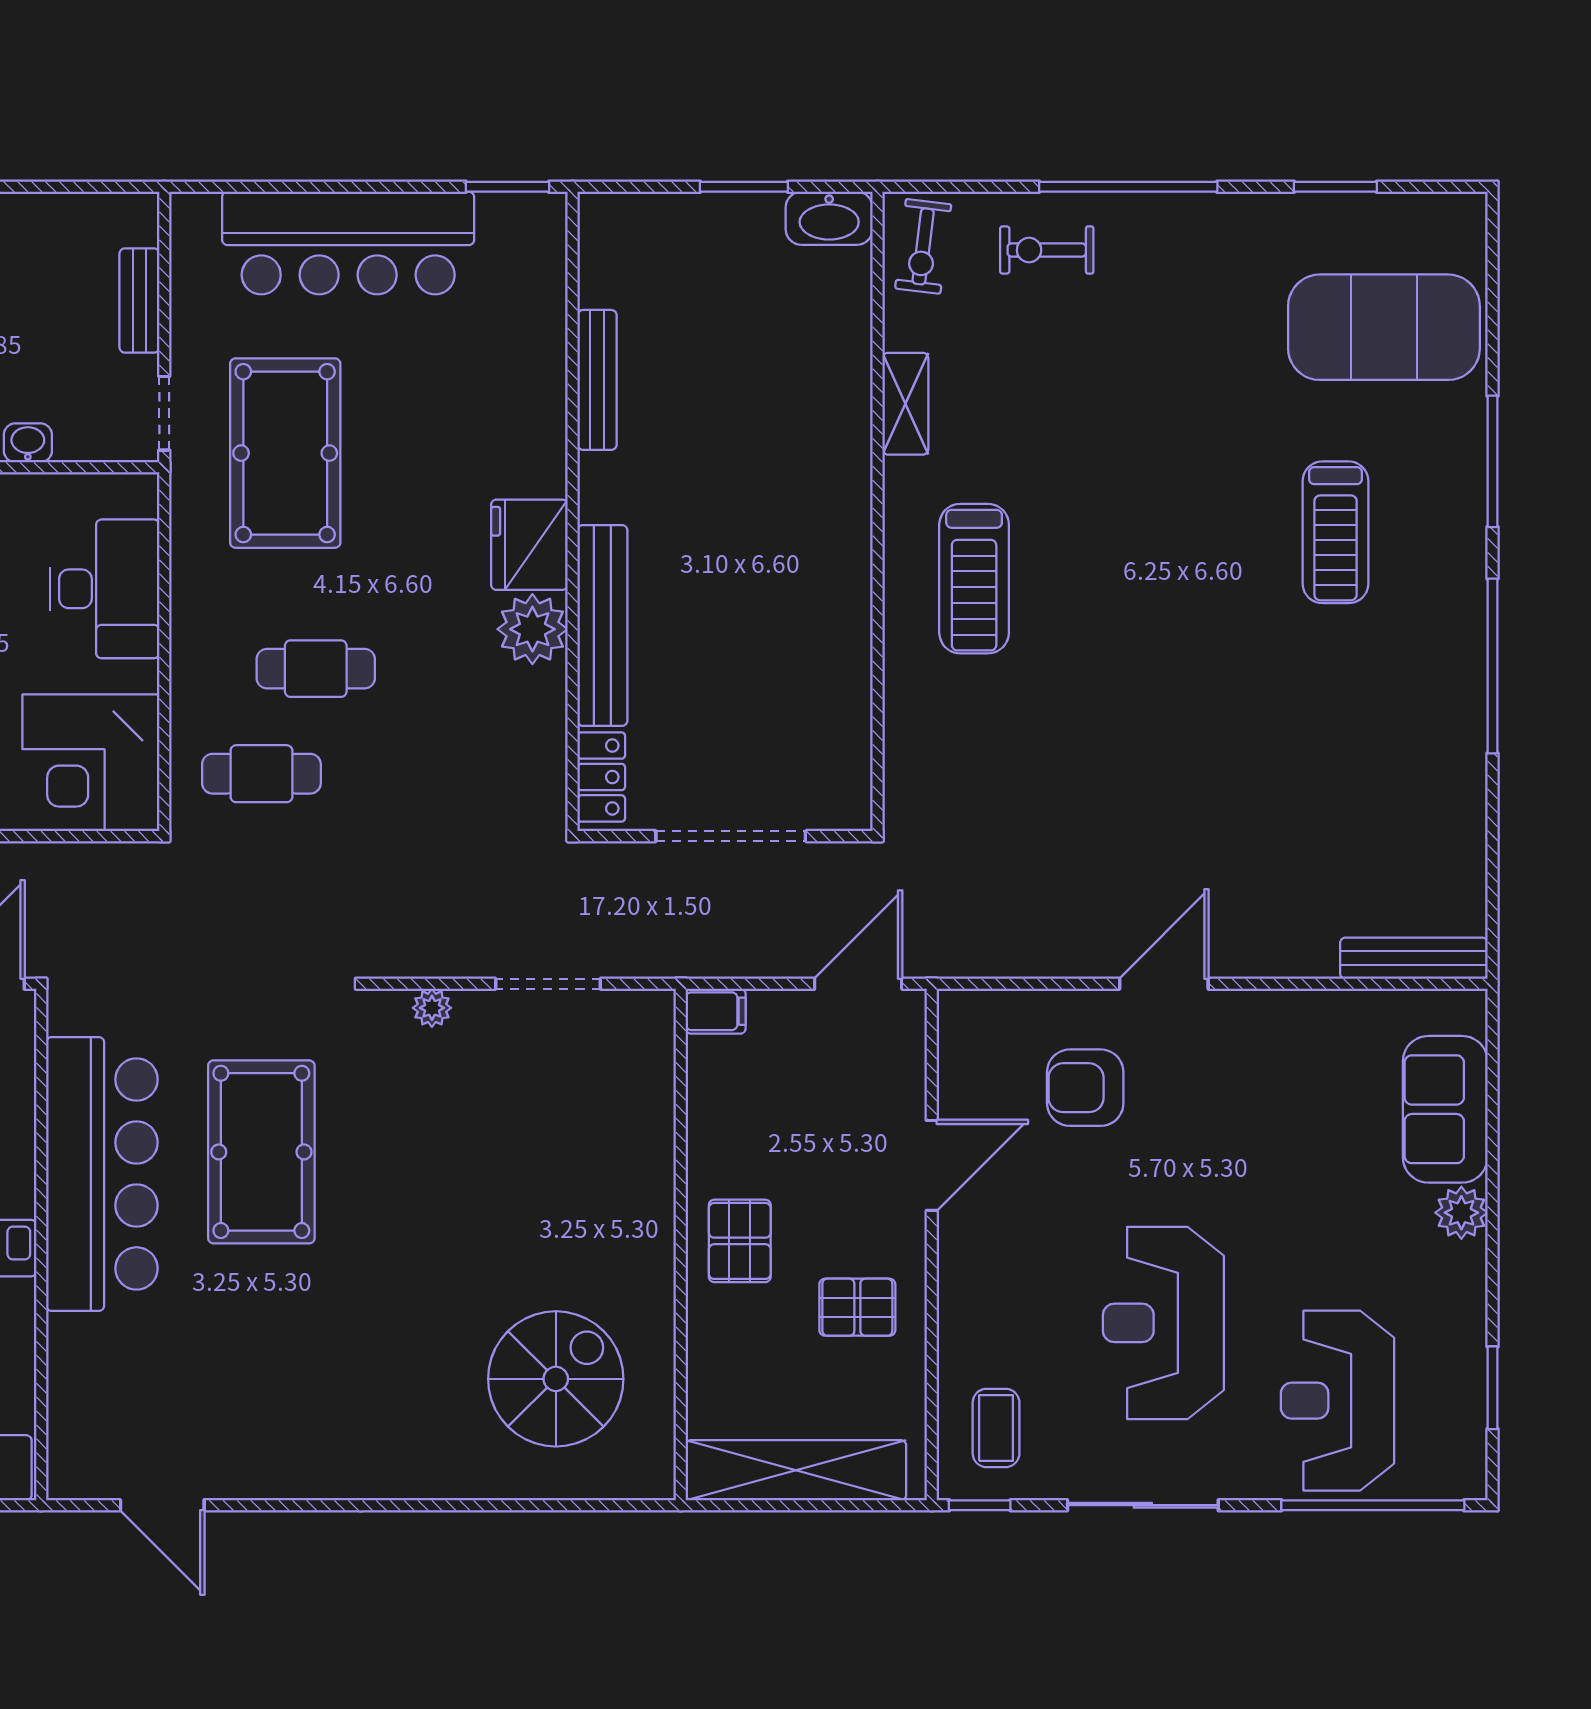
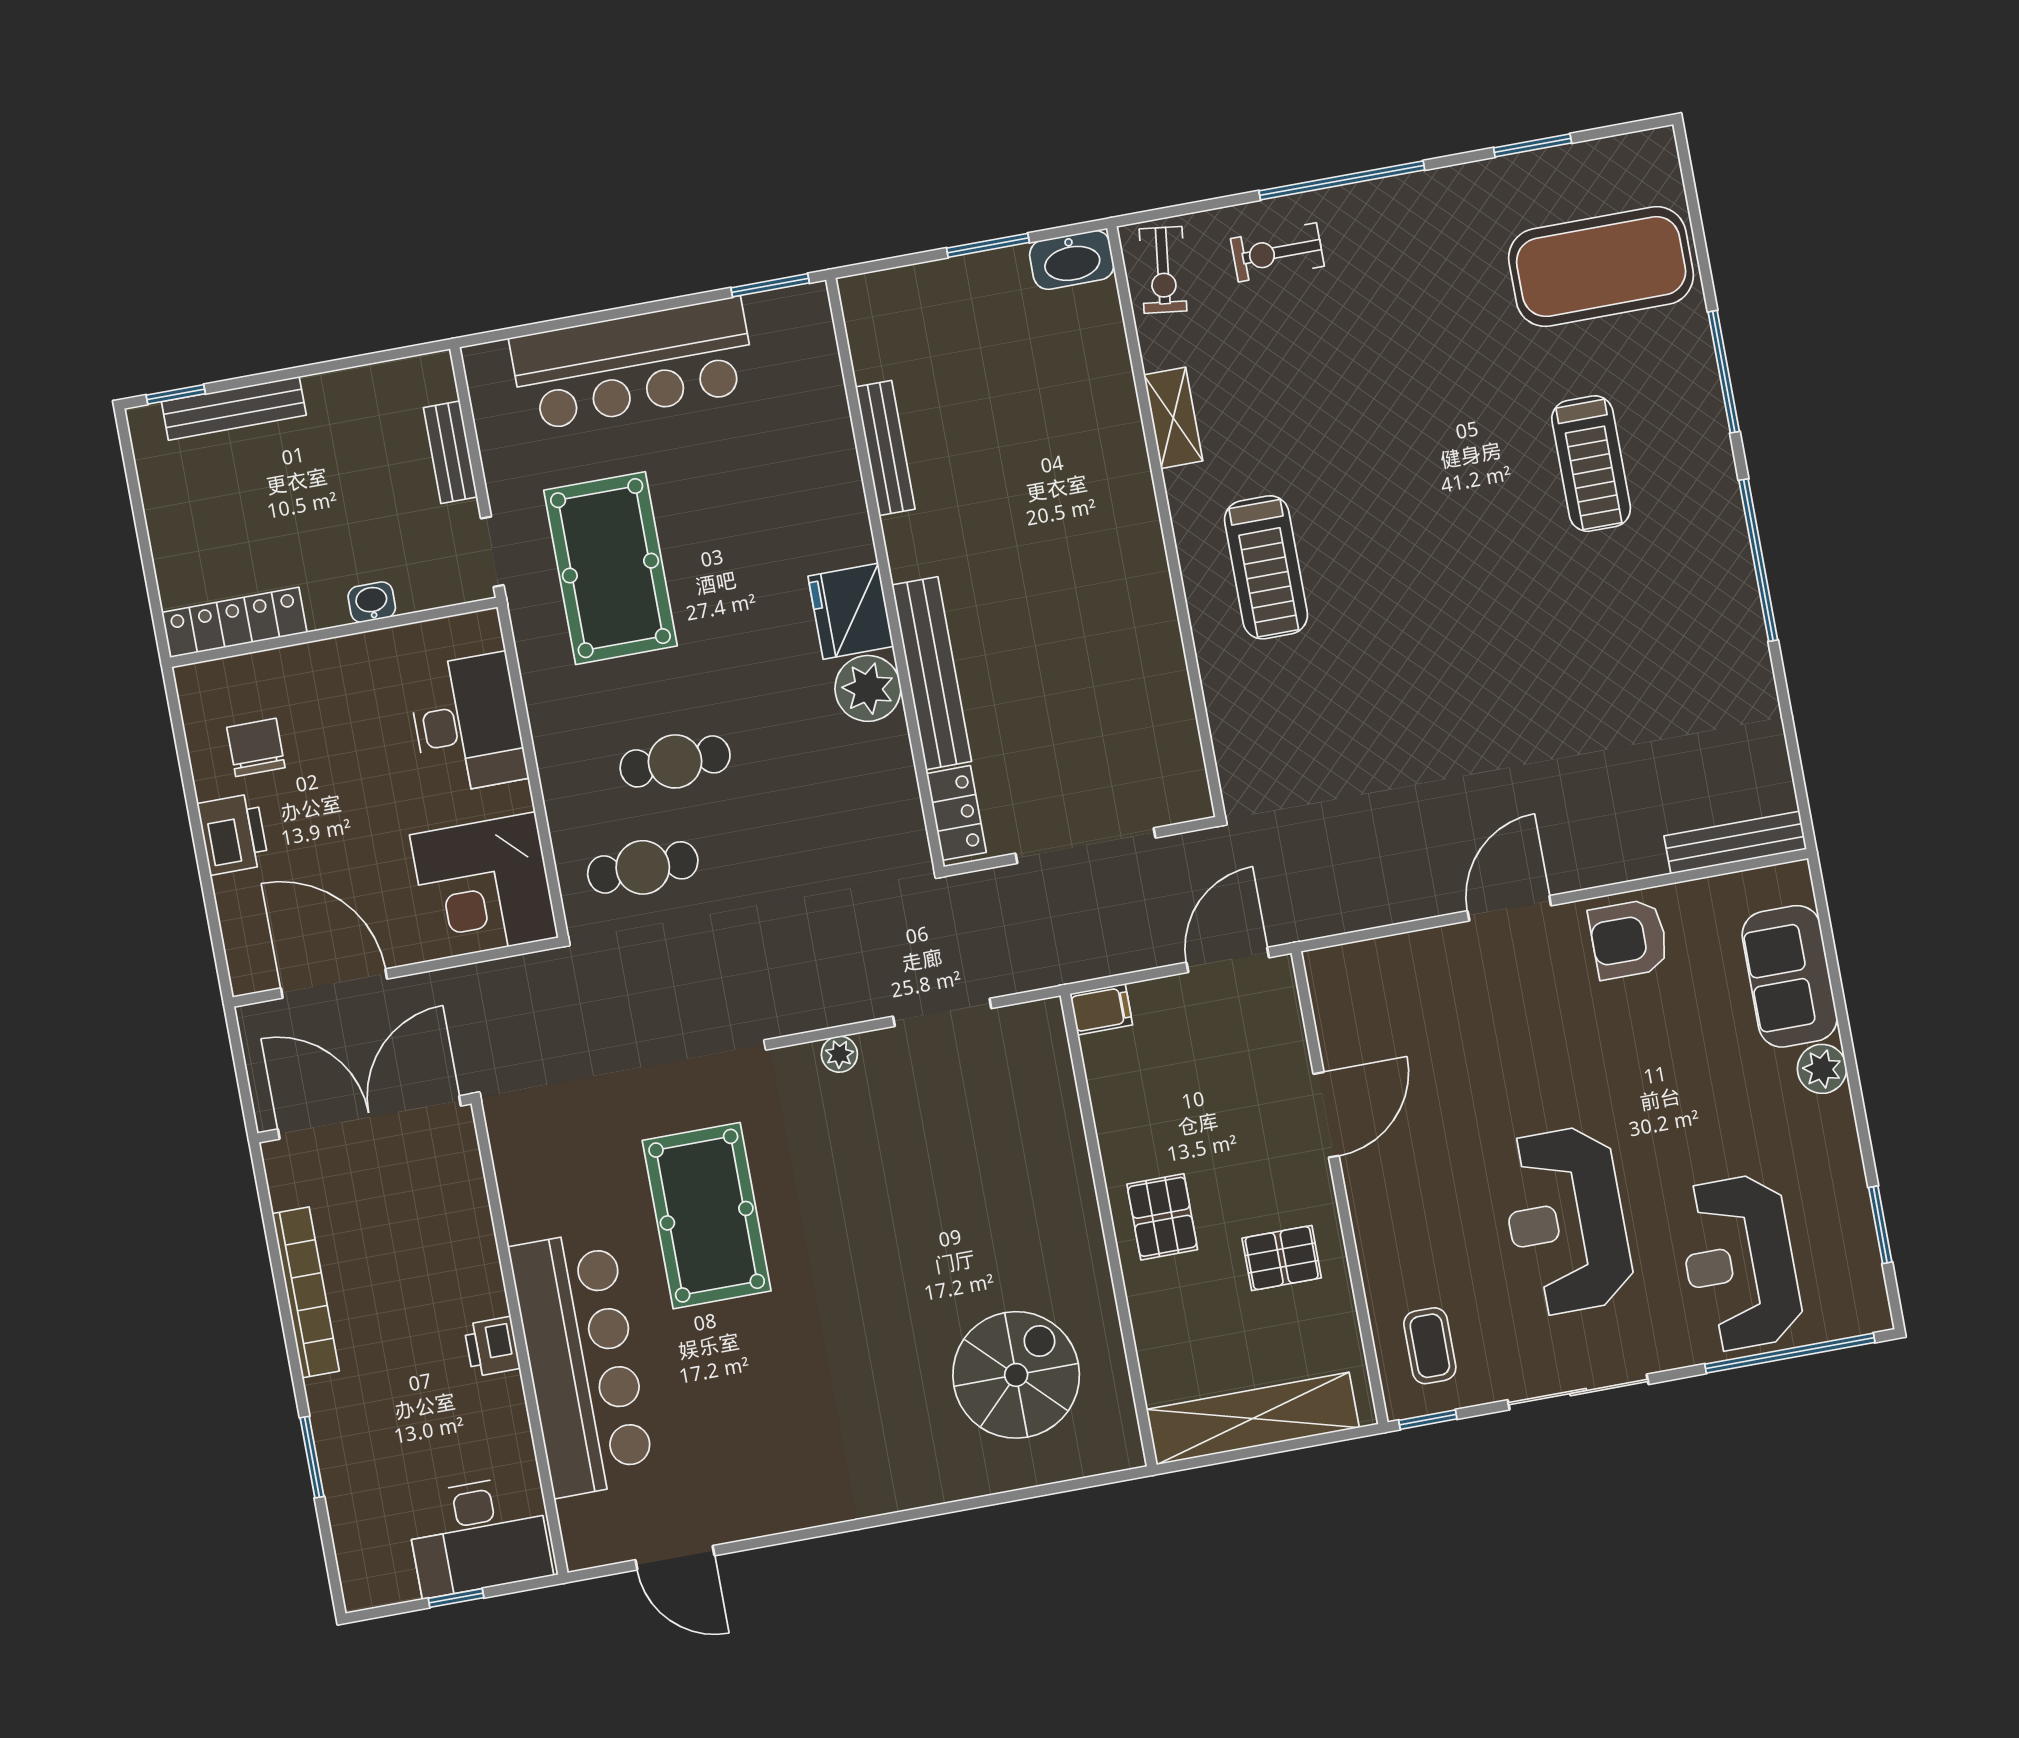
armchair: (1085, 1088) -> (1629, 939), moved
bar counter: (102, 1174) -> (582, 1363), moved

